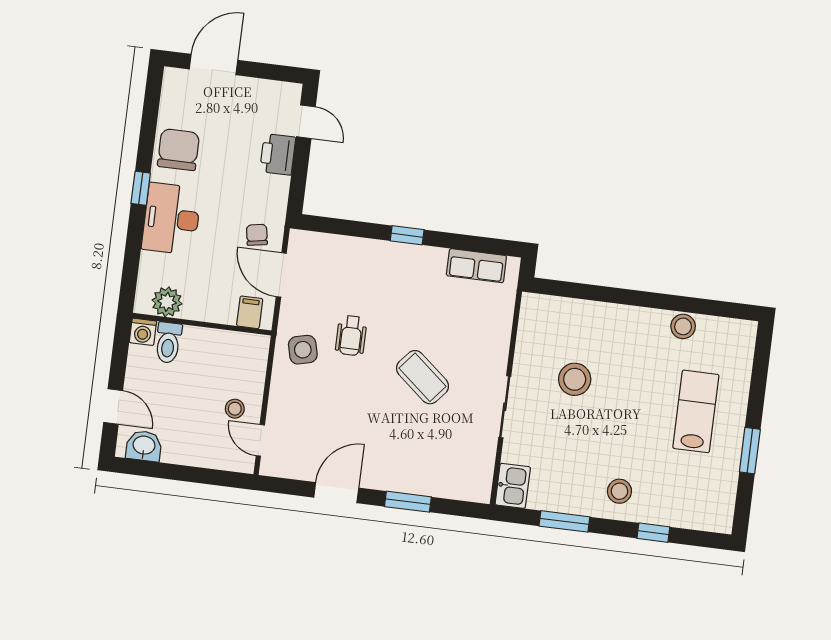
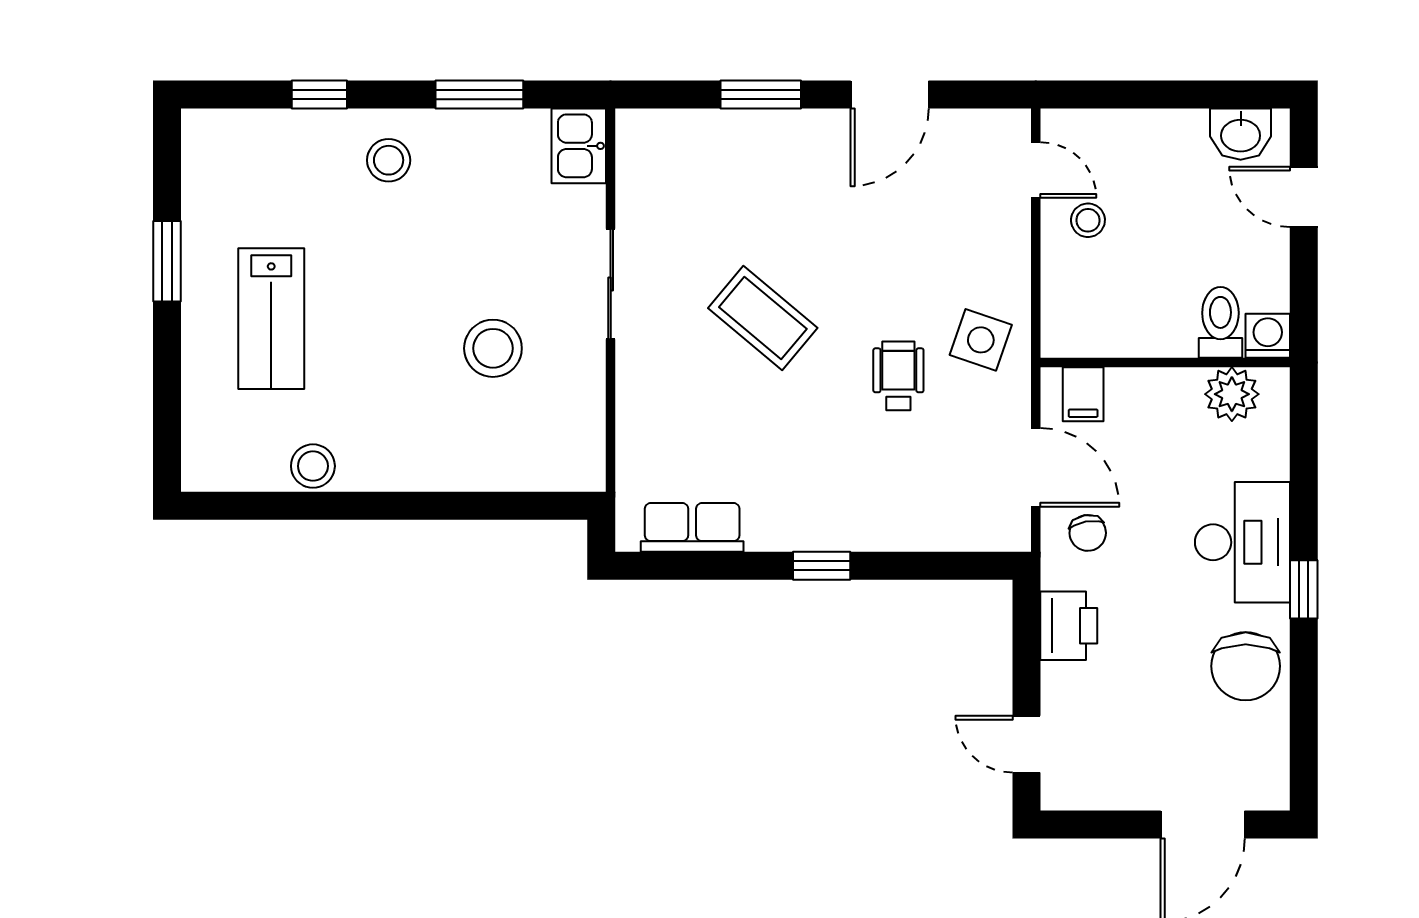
printer: (278, 154) -> (1069, 626), moved
side table: (303, 350) -> (981, 340), turned 33

